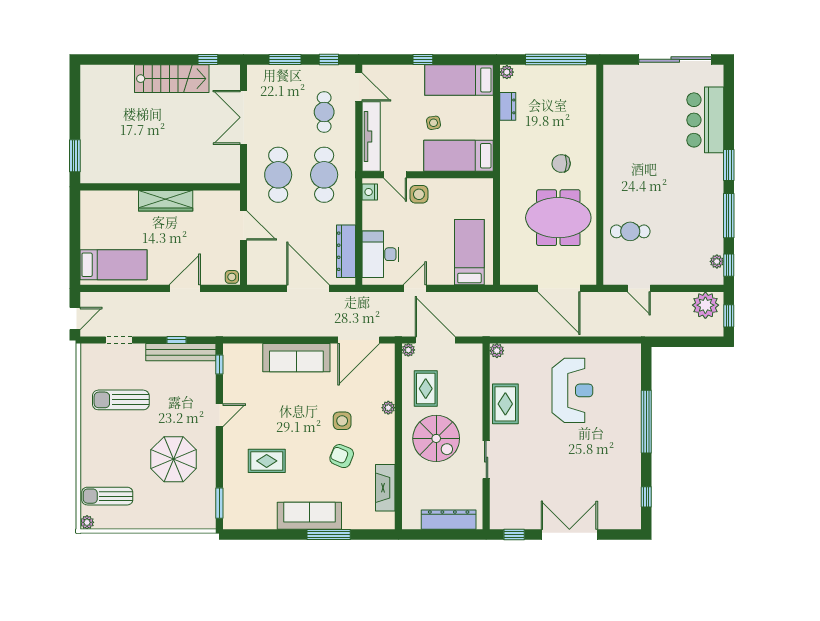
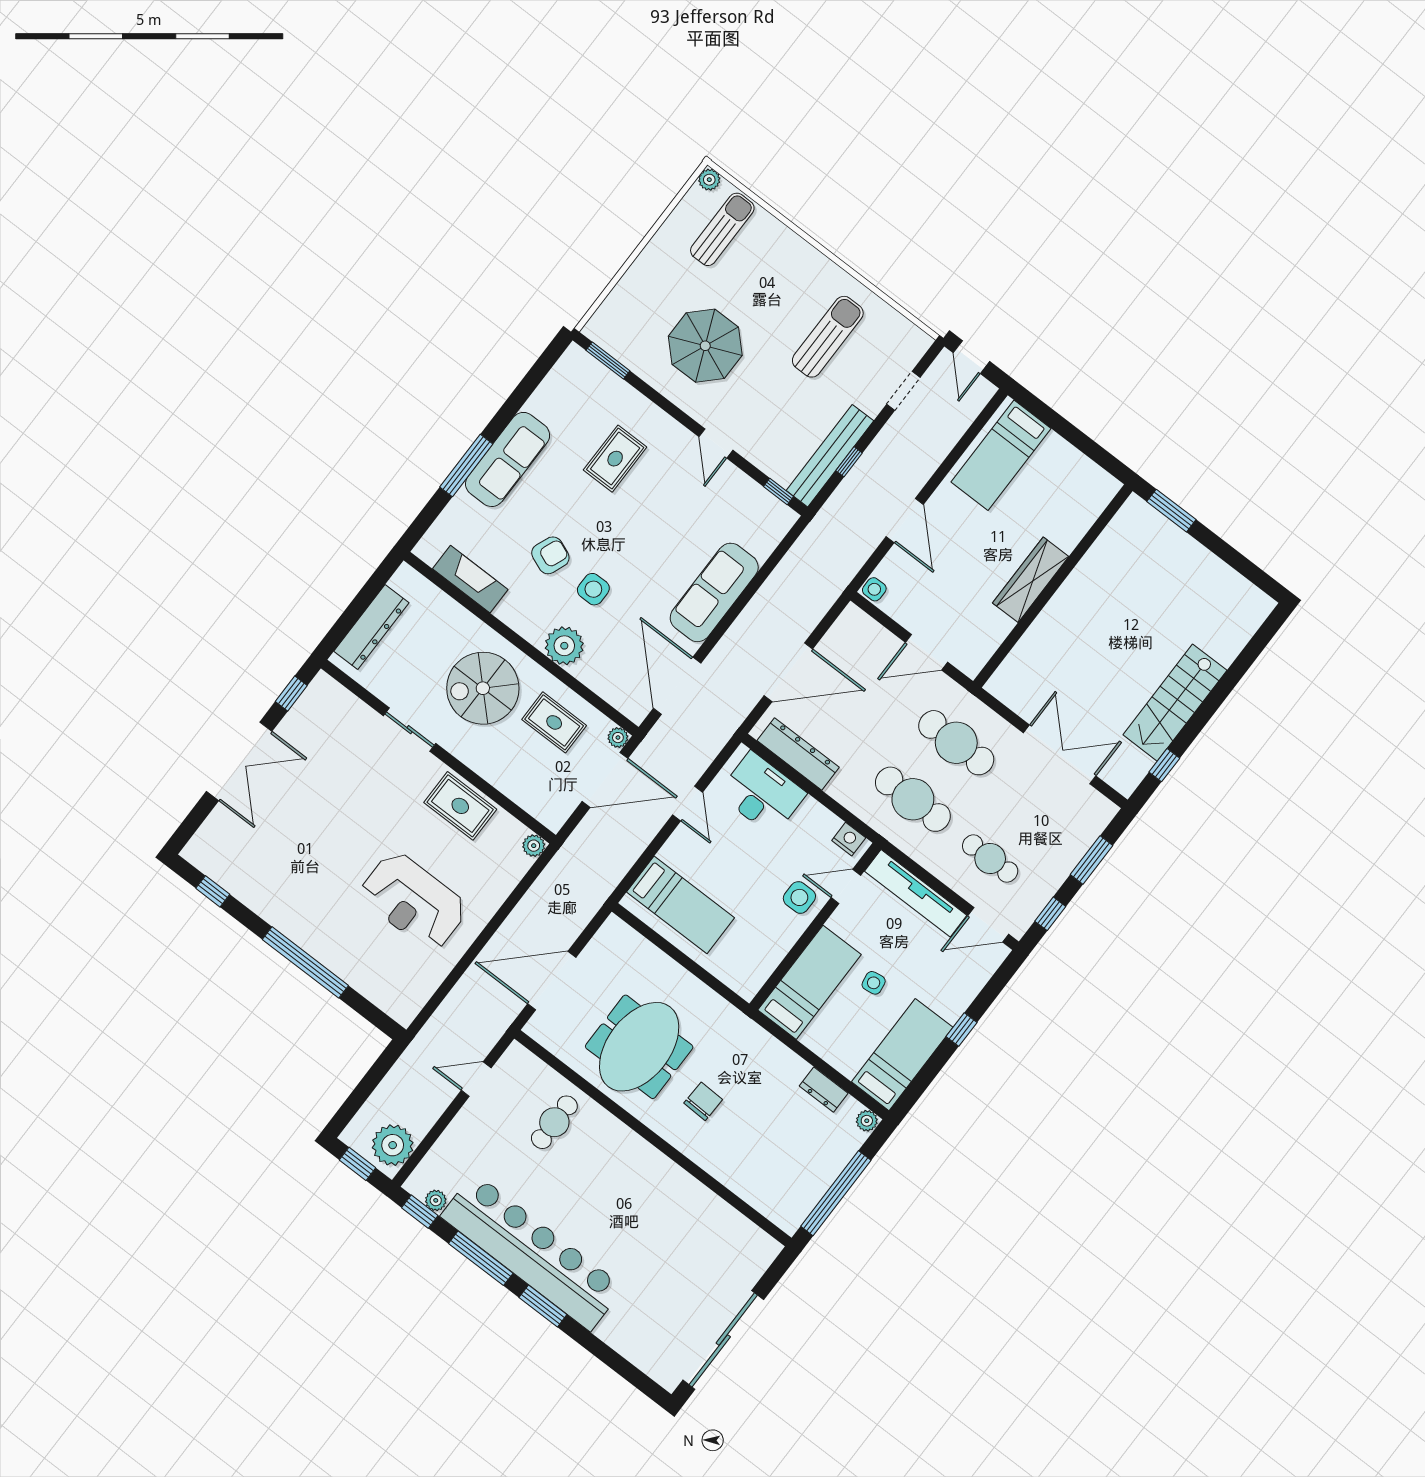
bar counter: (705, 120) -> (532, 1252), moved, width x1.86
plant: (388, 408) -> (564, 646), width x1.88, depth x1.88

